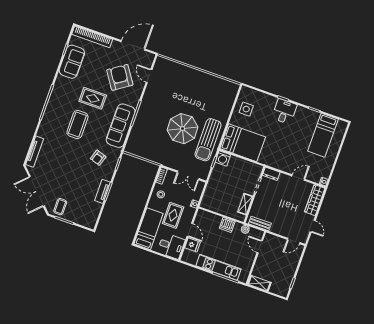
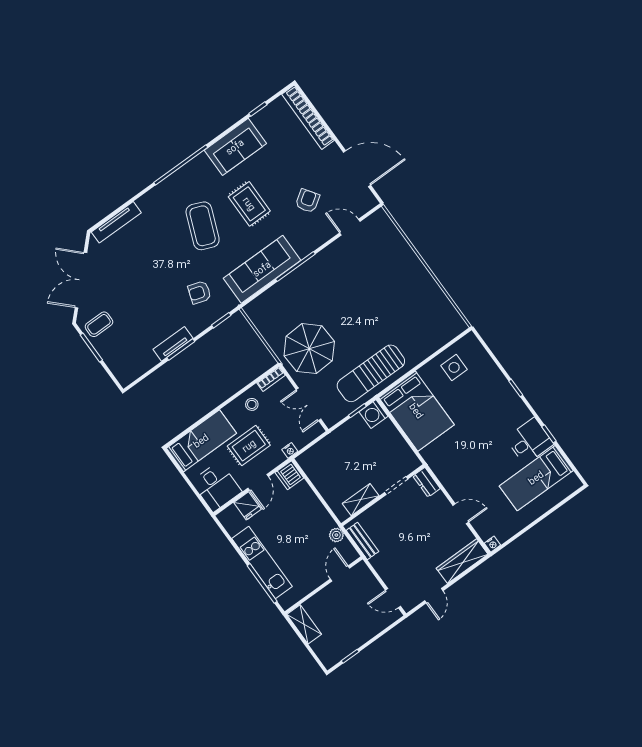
sofa: (72, 62) -> (235, 147), moved
door: (149, 76) -> (350, 227), hinge flipped
armchair: (120, 77) -> (307, 201), width x0.53, depth x0.53
desk: (284, 111) -> (530, 441), moved
coffee table: (77, 124) -> (203, 226), turned -68
parasol: (182, 129) -> (309, 349), moved
dishwasher: (227, 225) -> (289, 475), moved

